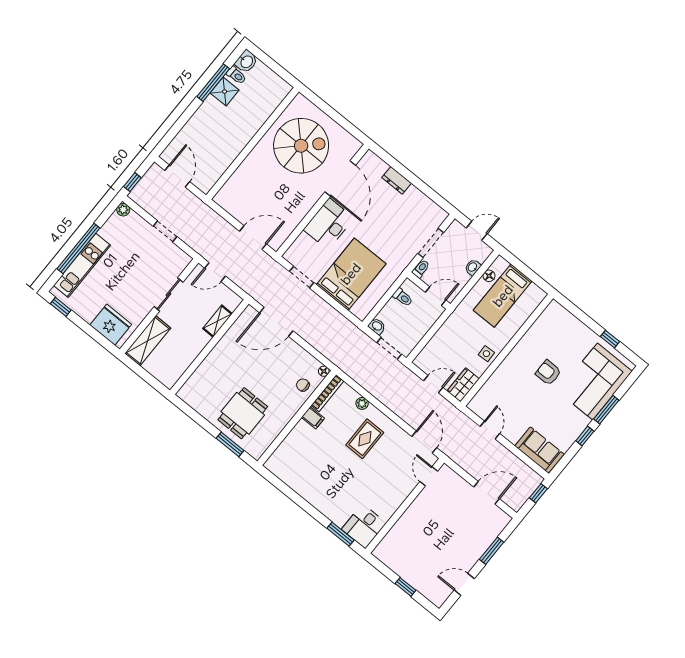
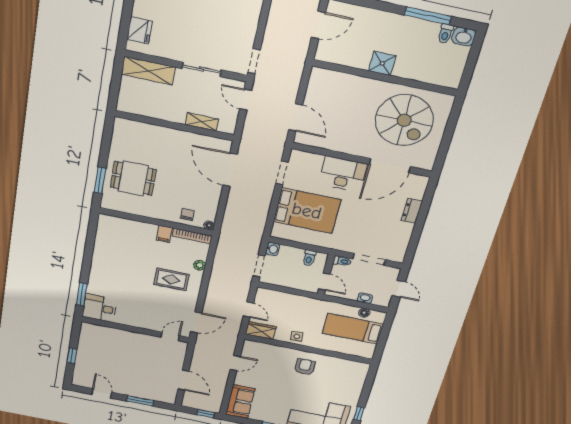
shower: (225, 91) -> (382, 63), moved
doorway: (165, 231) -> (254, 61), moved
fridge: (111, 325) -> (140, 30), width x0.73, depth x0.75
armchair: (548, 373) -> (305, 367), moved

